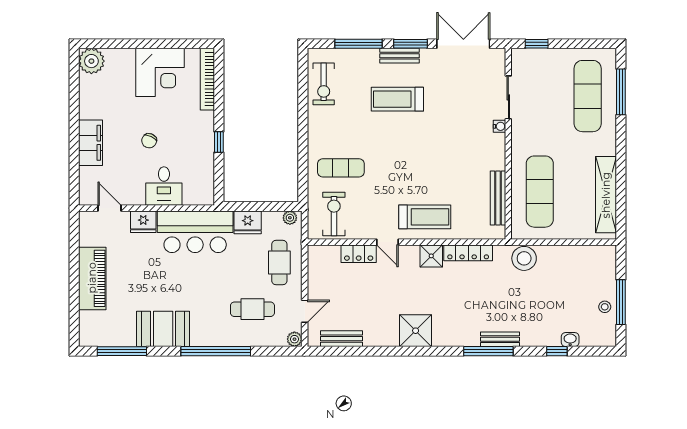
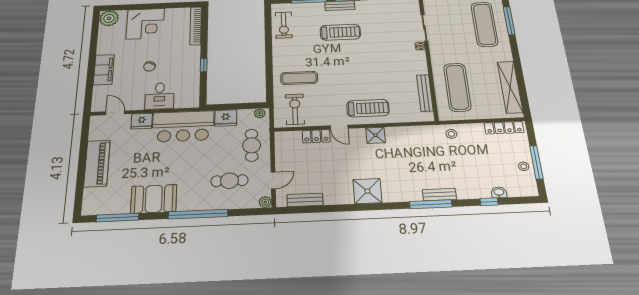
corner desk: (160, 72) -> (145, 24), moved
treadmill: (397, 99) -> (340, 32), turned 180
locker: (468, 253) -> (504, 128), moved
stool: (524, 258) -> (451, 134), width x0.53, depth x0.53

